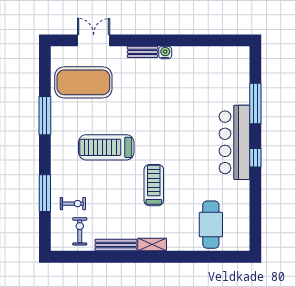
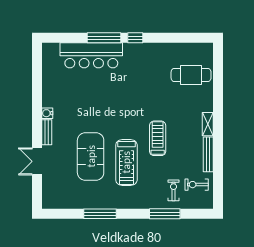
double door: (94, 40) -> (37, 161), moved
exercise mat: (83, 82) -> (91, 156), moved
window: (255, 103) -> (104, 38), moved
bar counter: (234, 142) -> (91, 55), moved
treadmill: (154, 185) -> (158, 138), moved, turned 90

